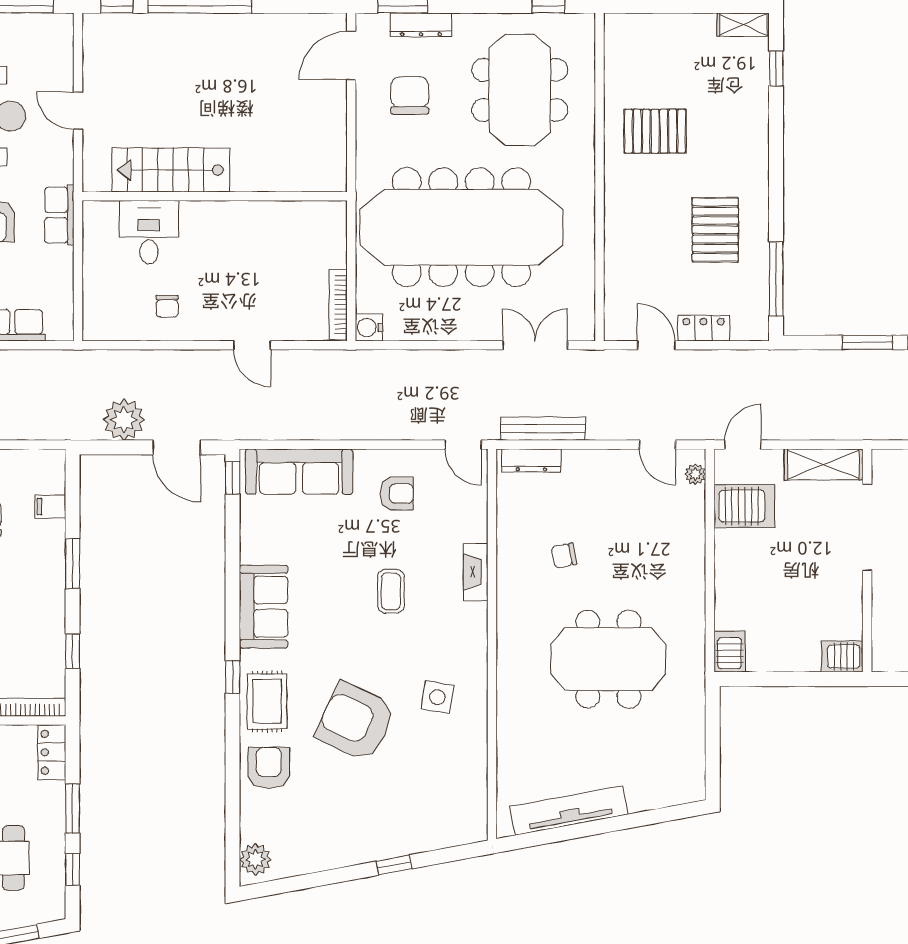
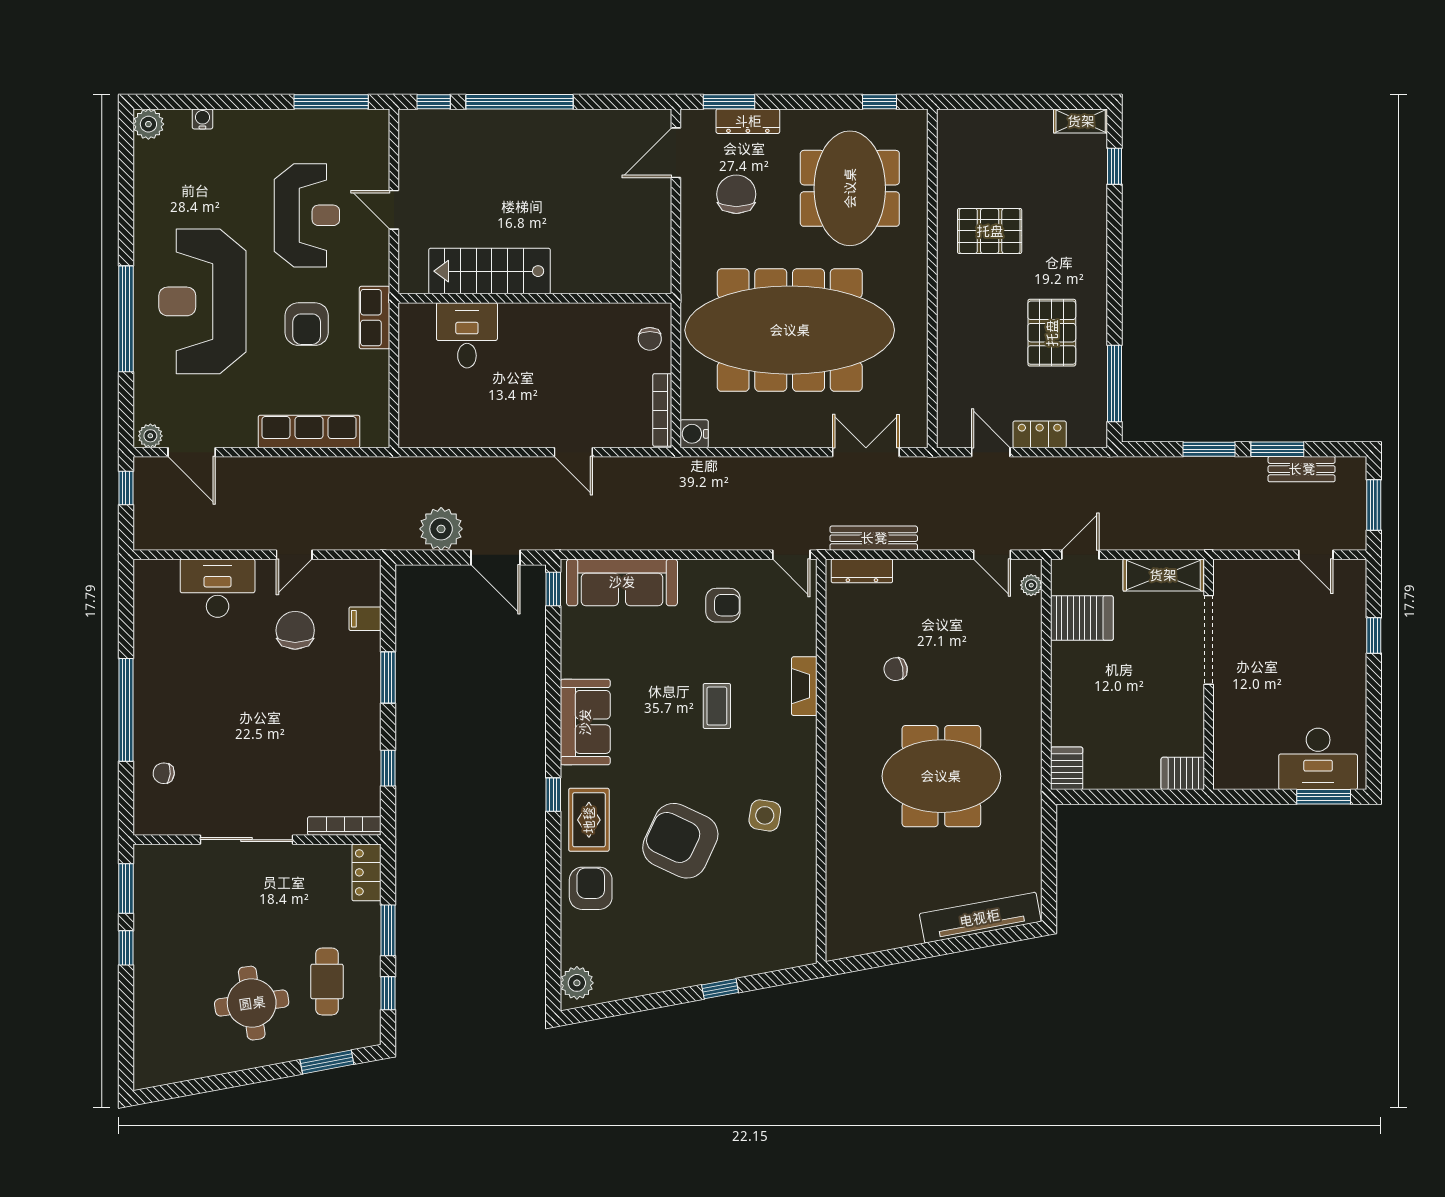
chair: (167, 306) -> (650, 339), moved
tv unit: (569, 810) -> (980, 918), moved

